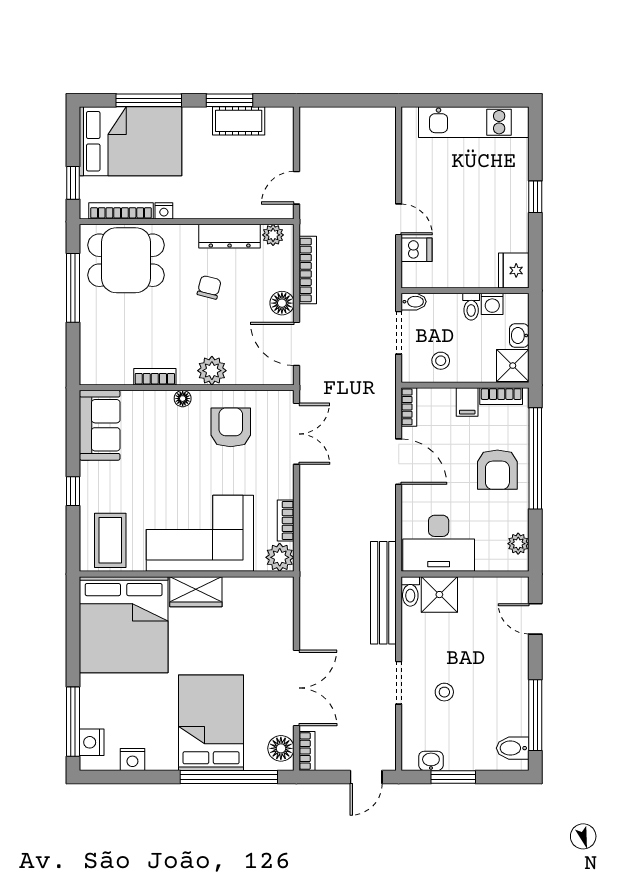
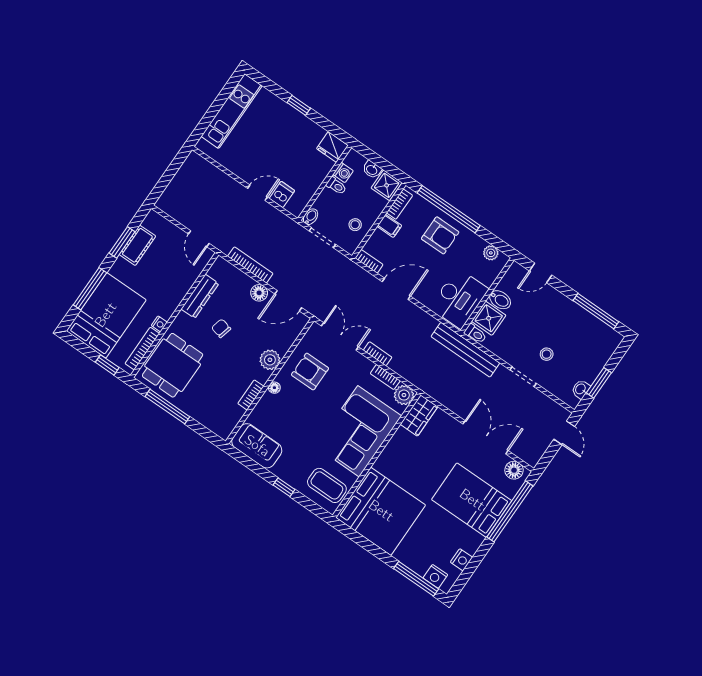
plant: (273, 235) -> (216, 271), removed
wardrobe: (196, 592) -> (419, 416), moved
bidet: (513, 748) -> (500, 300), moved, turned -90
bookcase: (307, 751) -> (378, 354), moved

